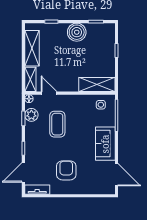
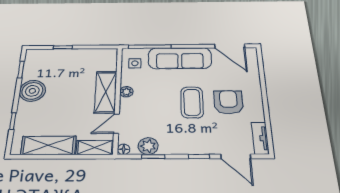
shelving: (97, 85) -> (106, 92), moved
plant: (76, 99) -> (126, 92), added
coffee table: (57, 124) -> (192, 102), moved, turned 90
sofa: (105, 144) -> (180, 58), width x1.36
armchair: (66, 170) -> (228, 102), turned 90
door: (116, 175) -> (230, 46), swing flipped

